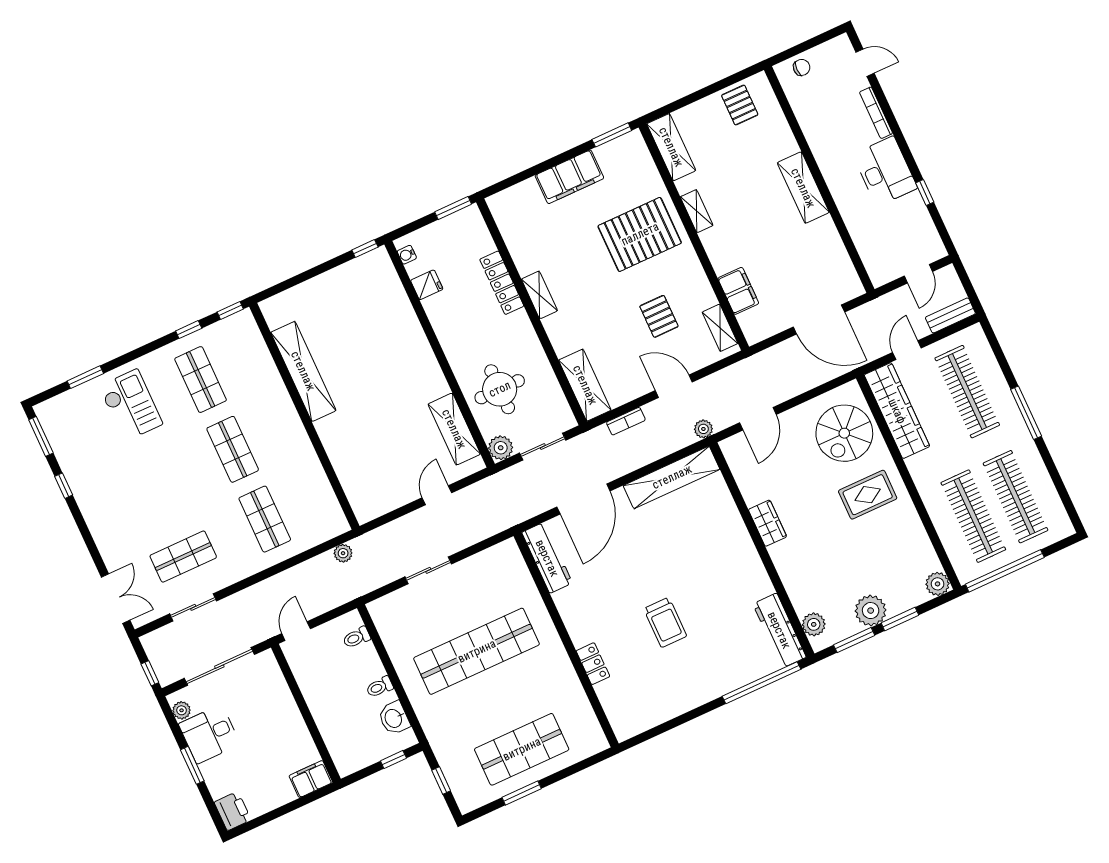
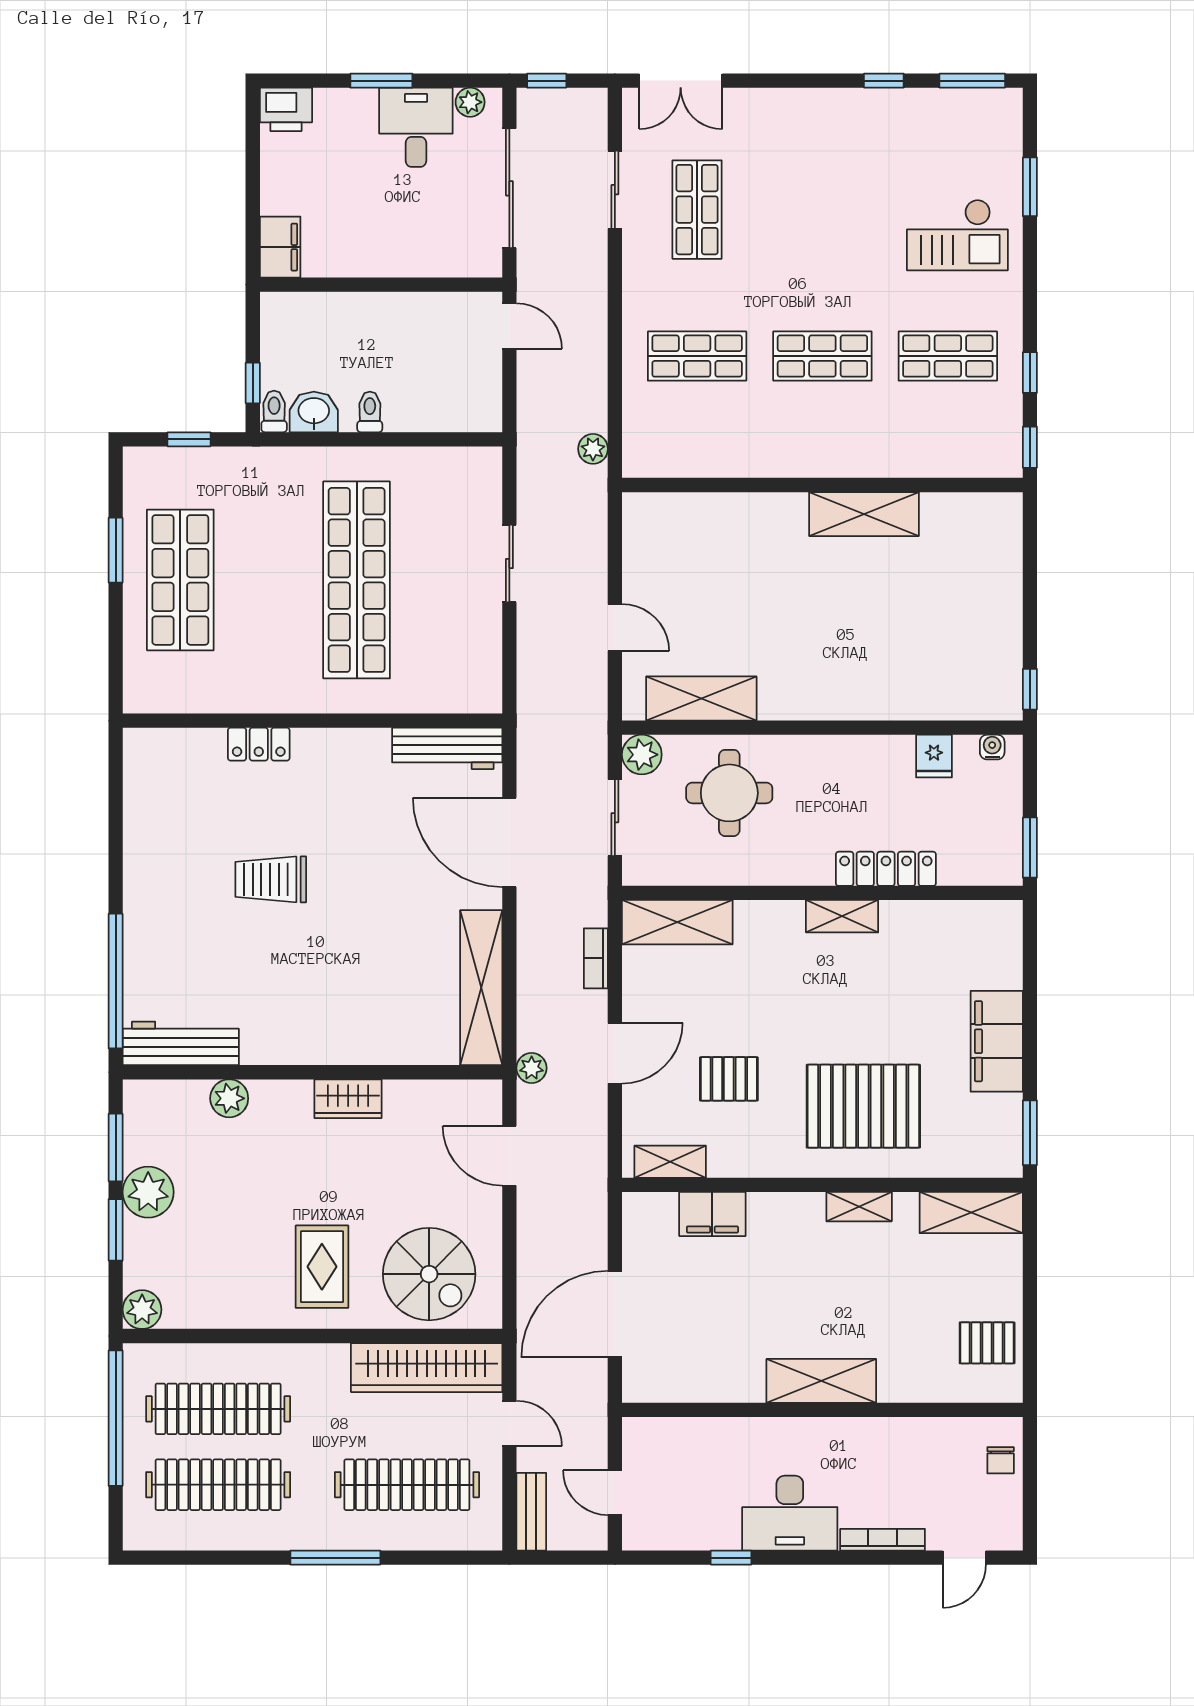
pallet: (640, 234) -> (863, 1106), turned 90
shelving: (303, 371) -> (864, 514), width x0.68
spiral stairs: (844, 433) -> (429, 1274), turned 180
plant: (814, 624) -> (229, 1098), moved
toilet: (357, 637) -> (274, 411), moved

